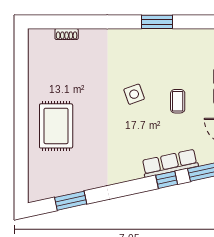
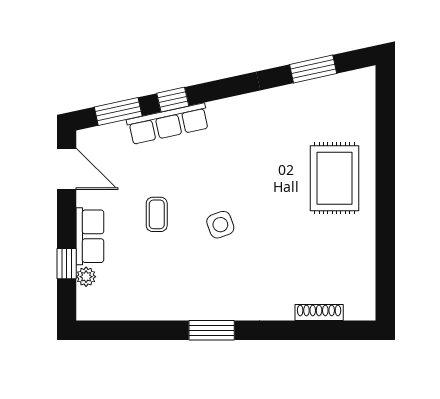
window: (157, 22) -> (212, 330), moved
shoe rack: (67, 34) -> (319, 313), width x1.43

